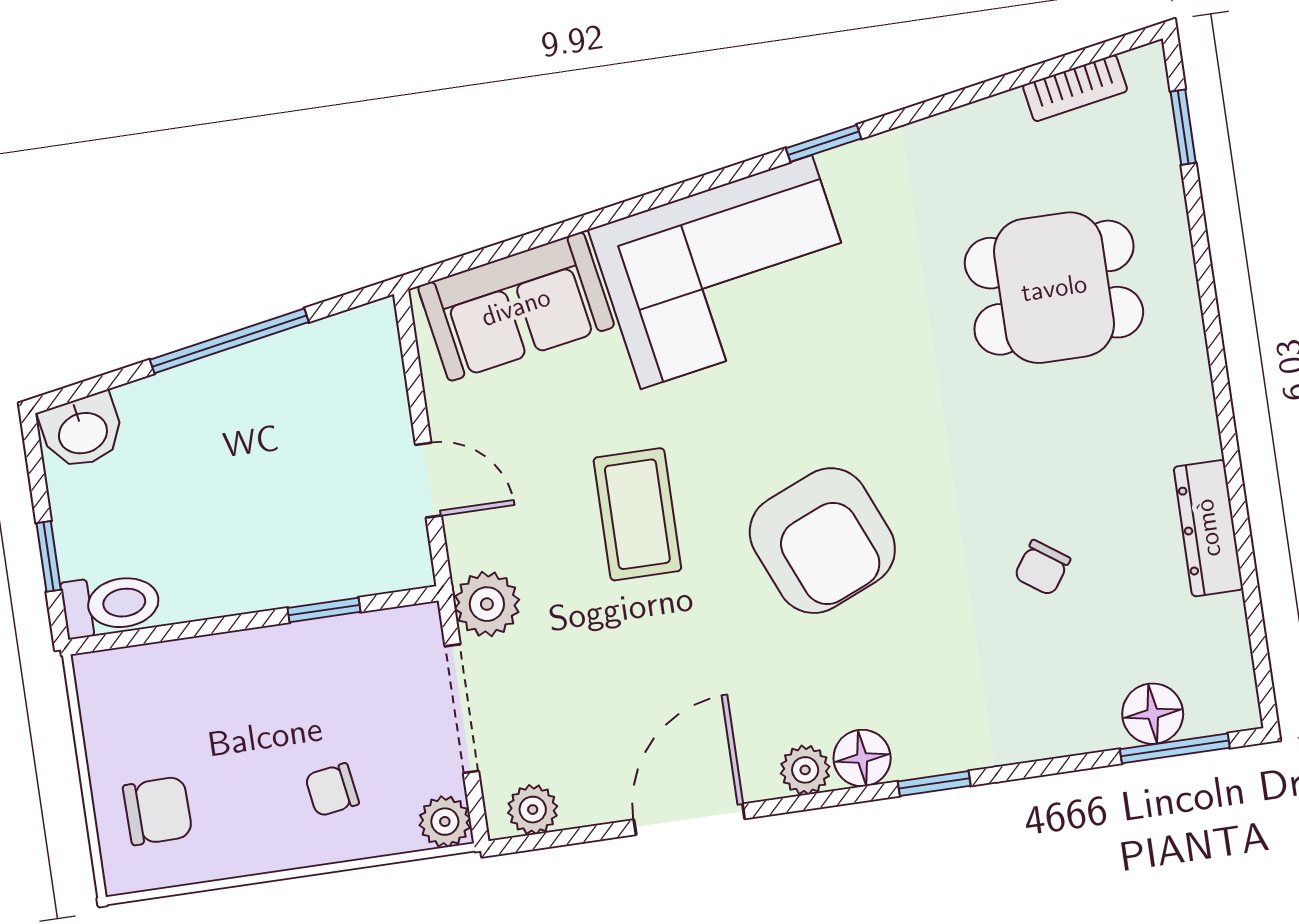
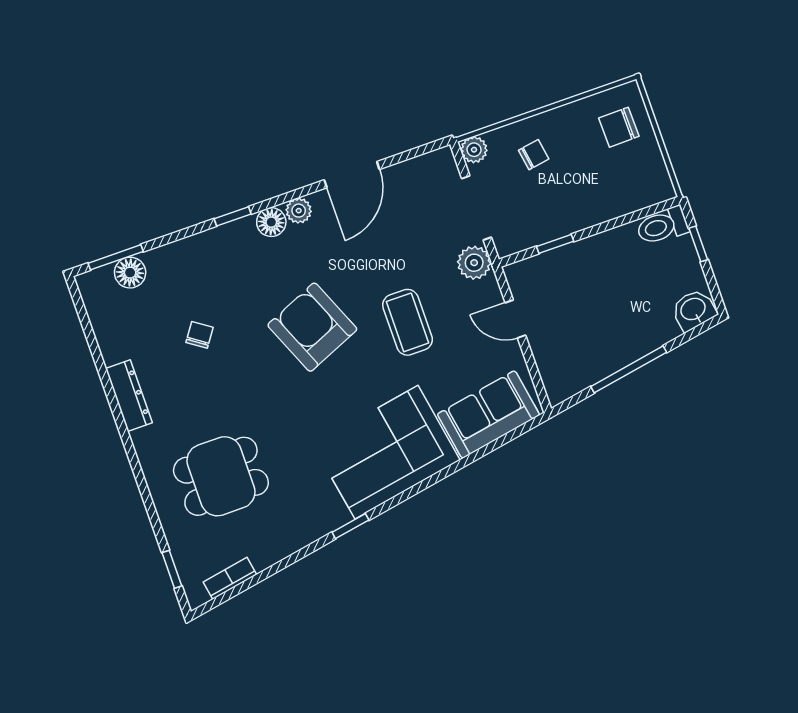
dresser: (1208, 528) -> (129, 396), moved
plant: (533, 810) -> (431, 164), removed

